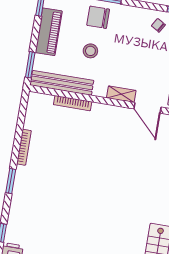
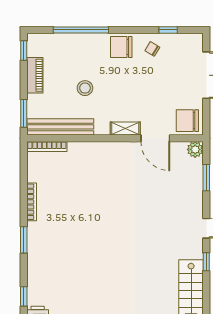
chair: (98, 17) -> (121, 47), moved
piano: (49, 32) -> (35, 75), width x0.73, depth x0.75
bookcase: (73, 103) -> (47, 147), moved

